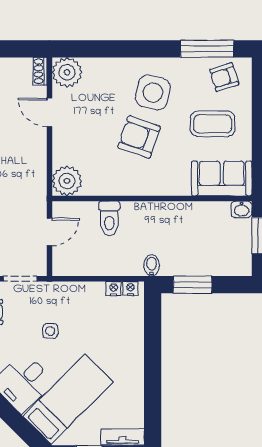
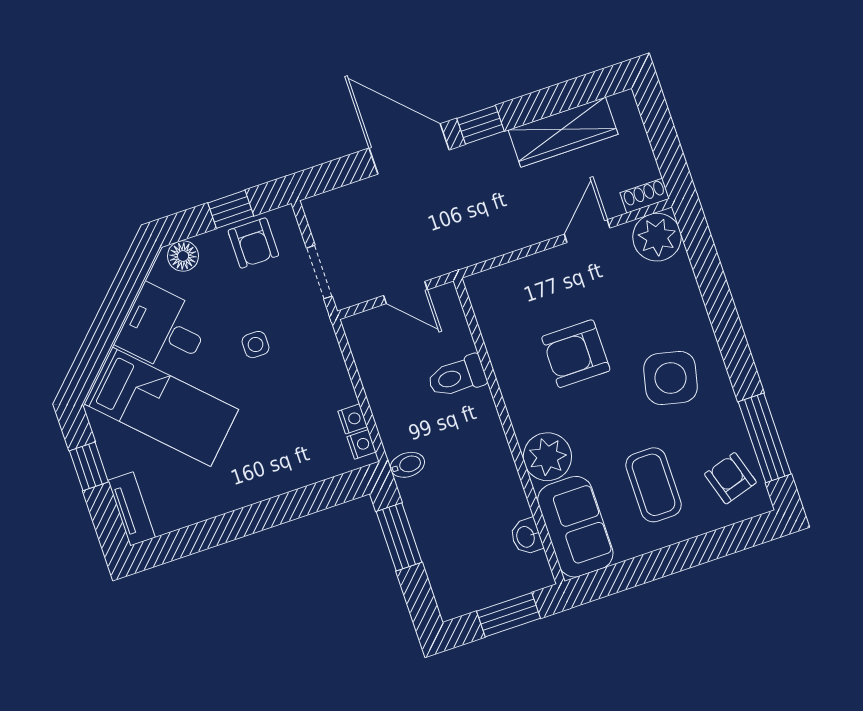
armchair: (139, 137) -> (576, 354), moved, turned -109
plant: (67, 181) -> (547, 457), moved
washbasin: (242, 209) -> (526, 537), moved

